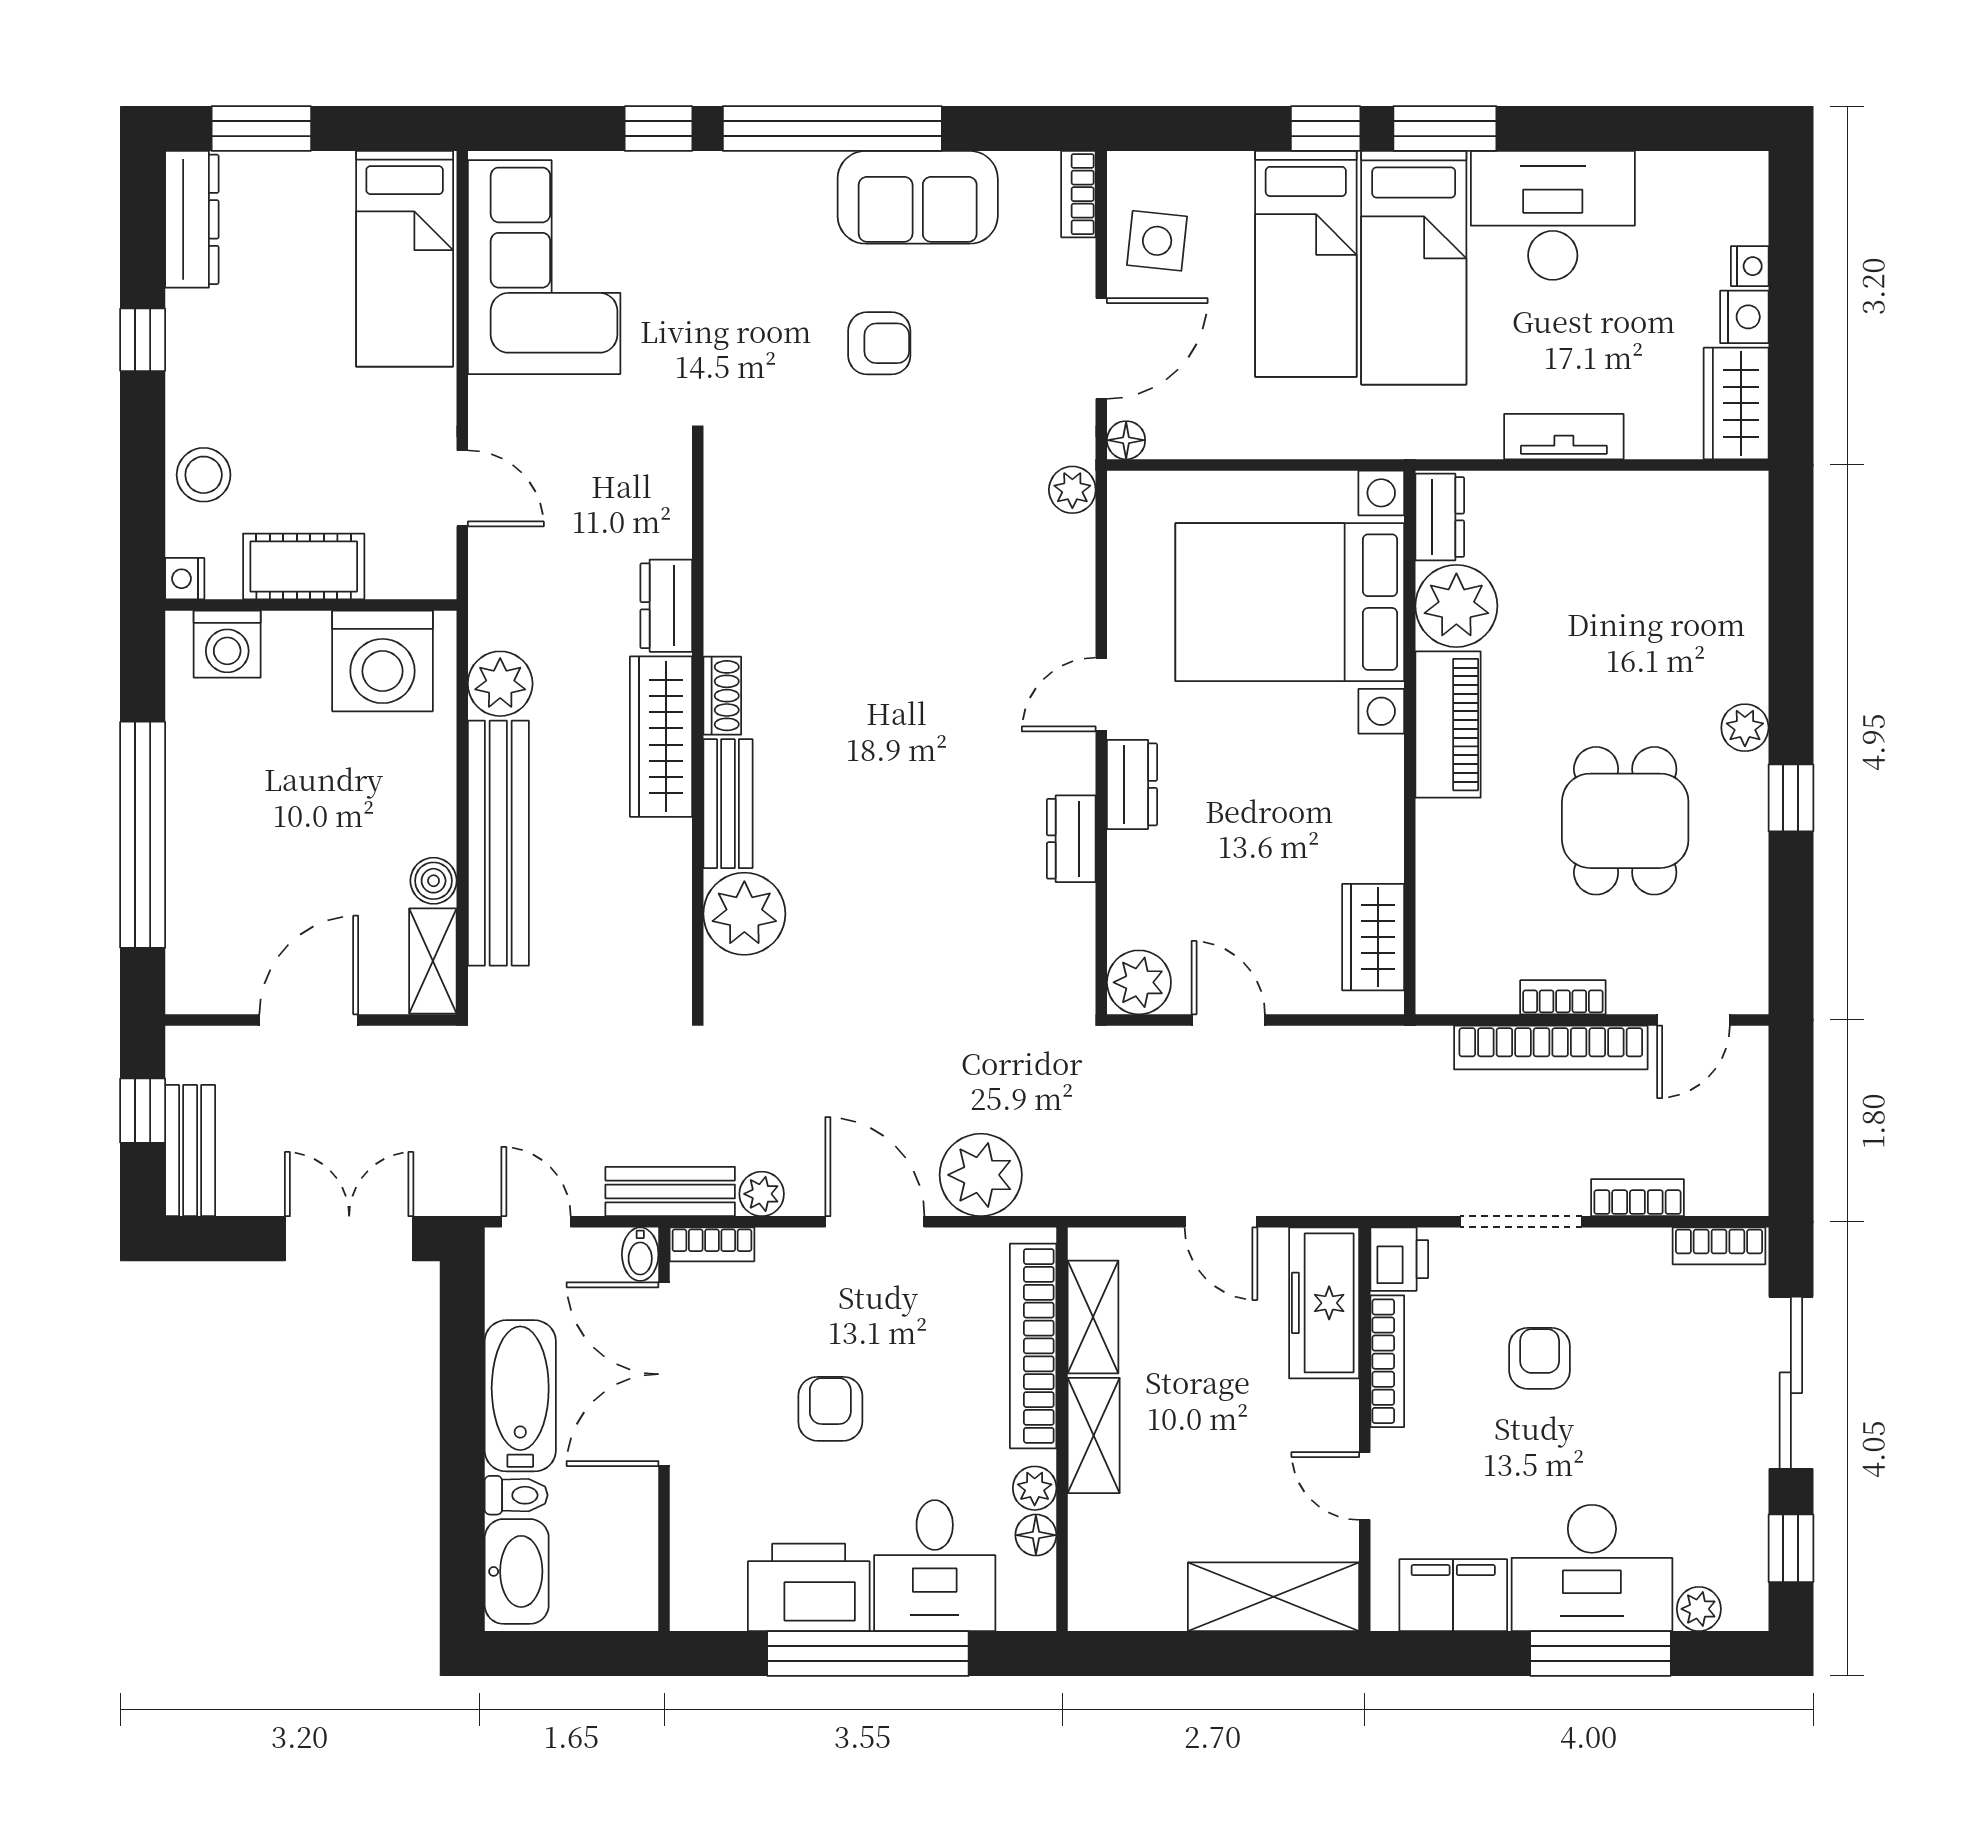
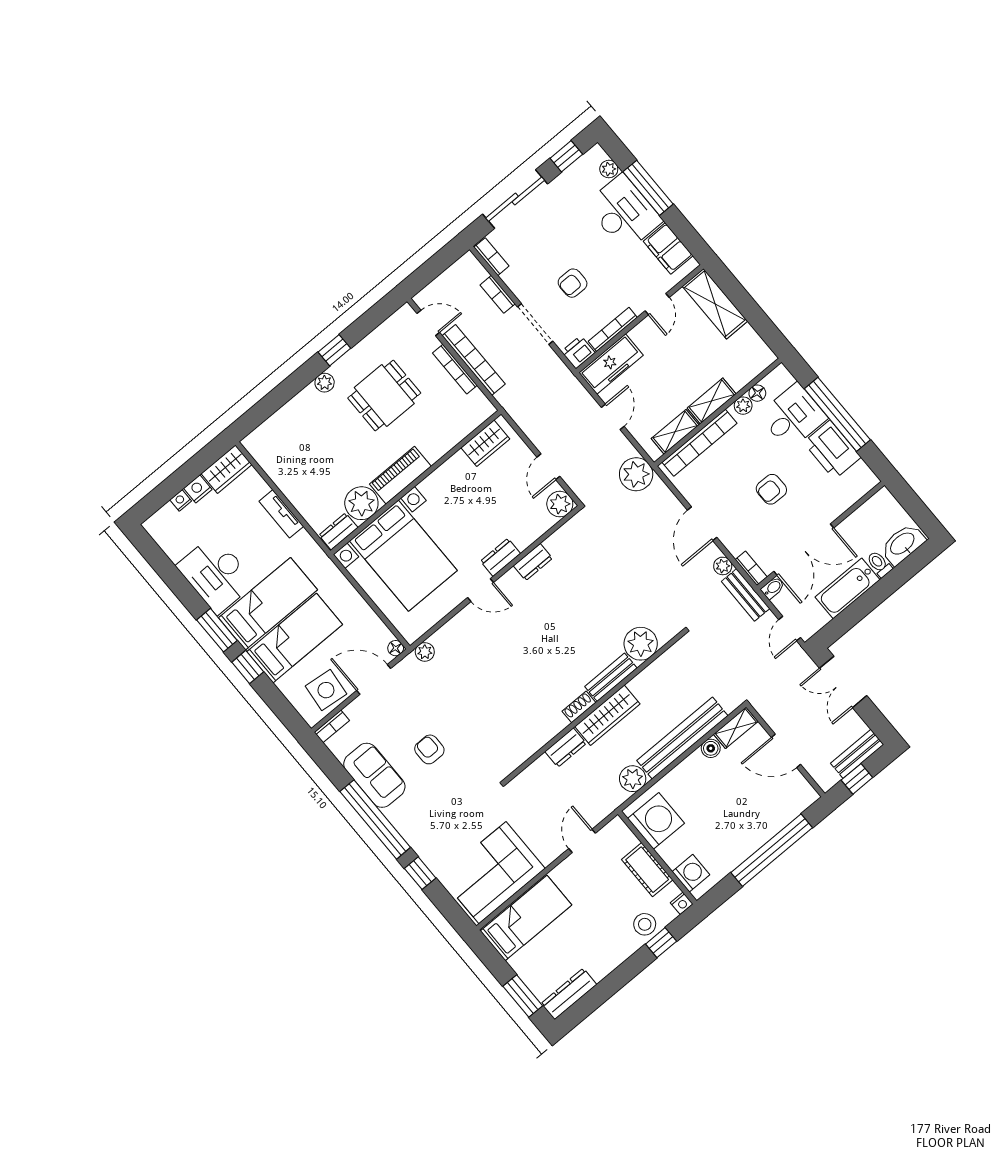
side table: (1157, 241) -> (326, 690), width x1.37, depth x1.37
window: (143, 340) -> (661, 943), moved
bookcase: (1563, 997) -> (455, 369), width x1.56
plant: (981, 1175) -> (636, 474), moved

